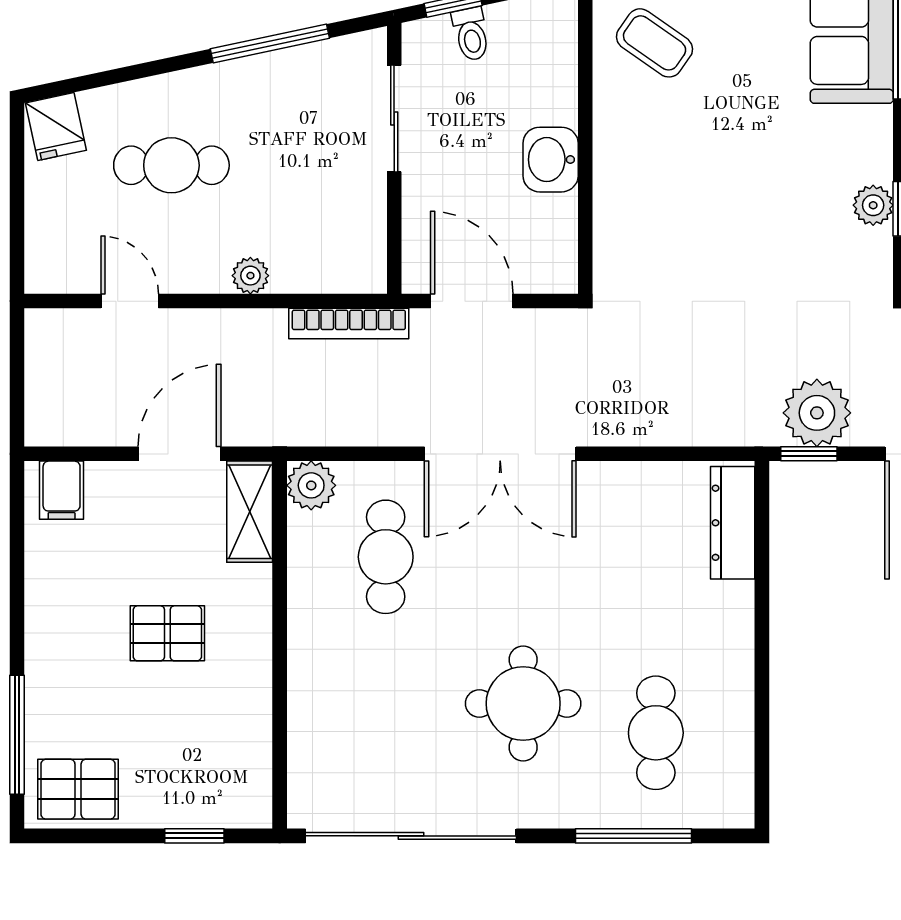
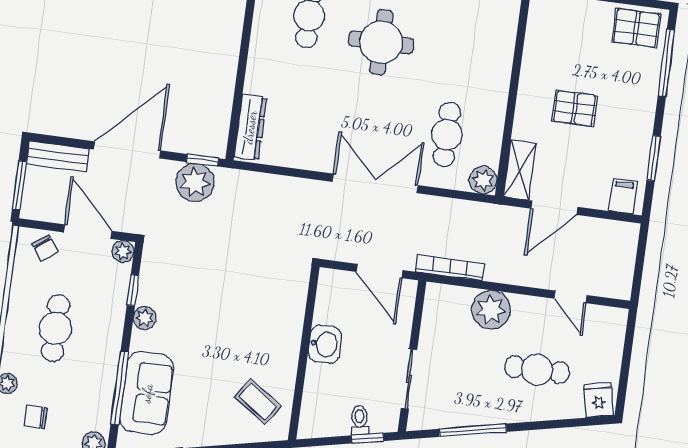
plant: (873, 205) -> (145, 318), moved
plant: (250, 276) -> (491, 310), width x1.87, depth x1.87
window: (17, 564) -> (654, 158), added

